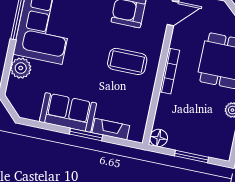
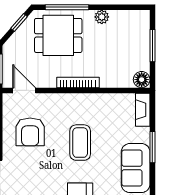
coffee table: (127, 61) -> (80, 143), moved
fireplace: (111, 129) -> (143, 110), moved

